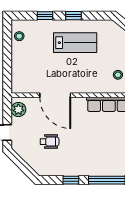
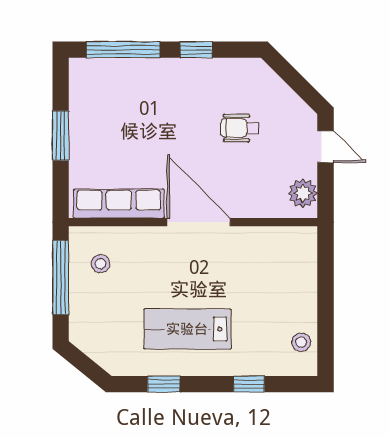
window: (74, 16) -> (164, 384), moved
door: (55, 95) -> (199, 222), moved

